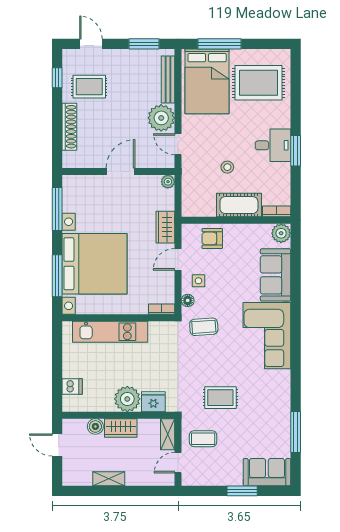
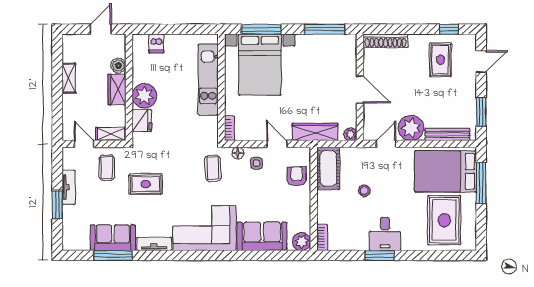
shoe rack: (69, 127) -> (386, 41), moved
cot: (239, 205) -> (328, 168), moved
wardrobe: (165, 227) -> (315, 132), width x1.50
bed with nightstands: (94, 264) -> (260, 65), width x0.73
tv unit: (284, 389) -> (154, 244), added
rug: (220, 398) -> (146, 184), turned 90
sofa: (267, 472) -> (113, 238), moved, turned -90
tv unit: (224, 479) -> (69, 187), added

